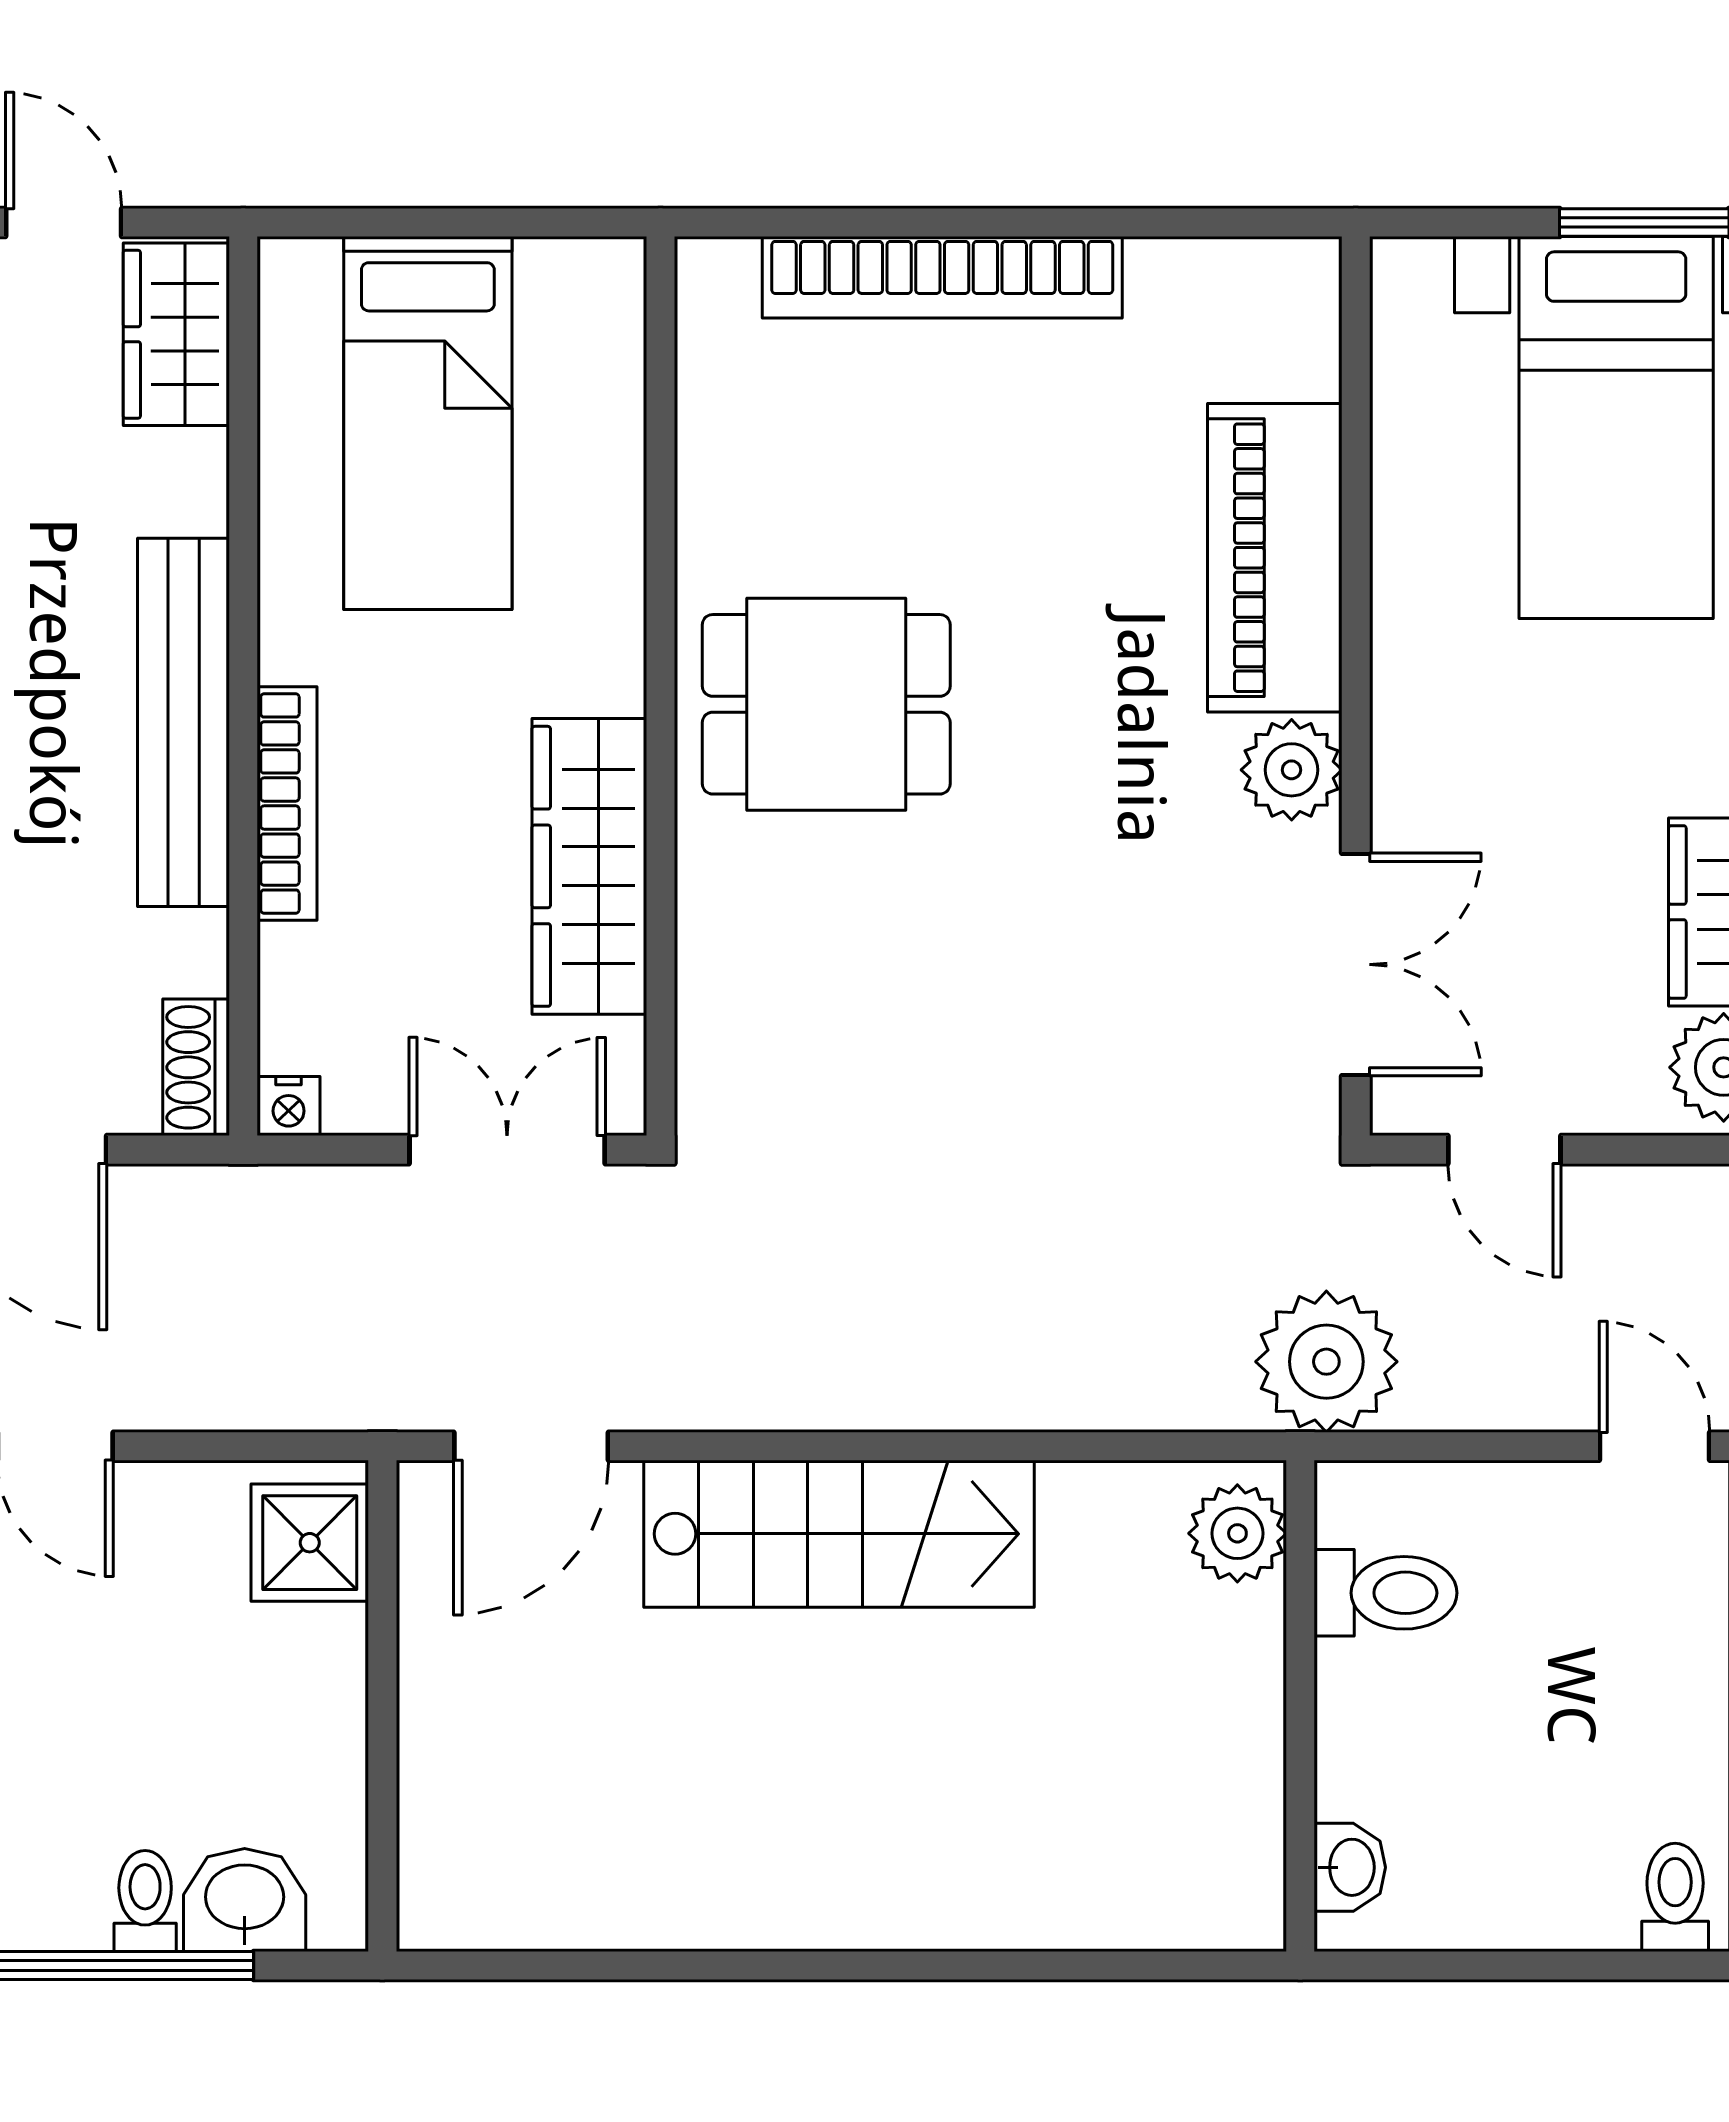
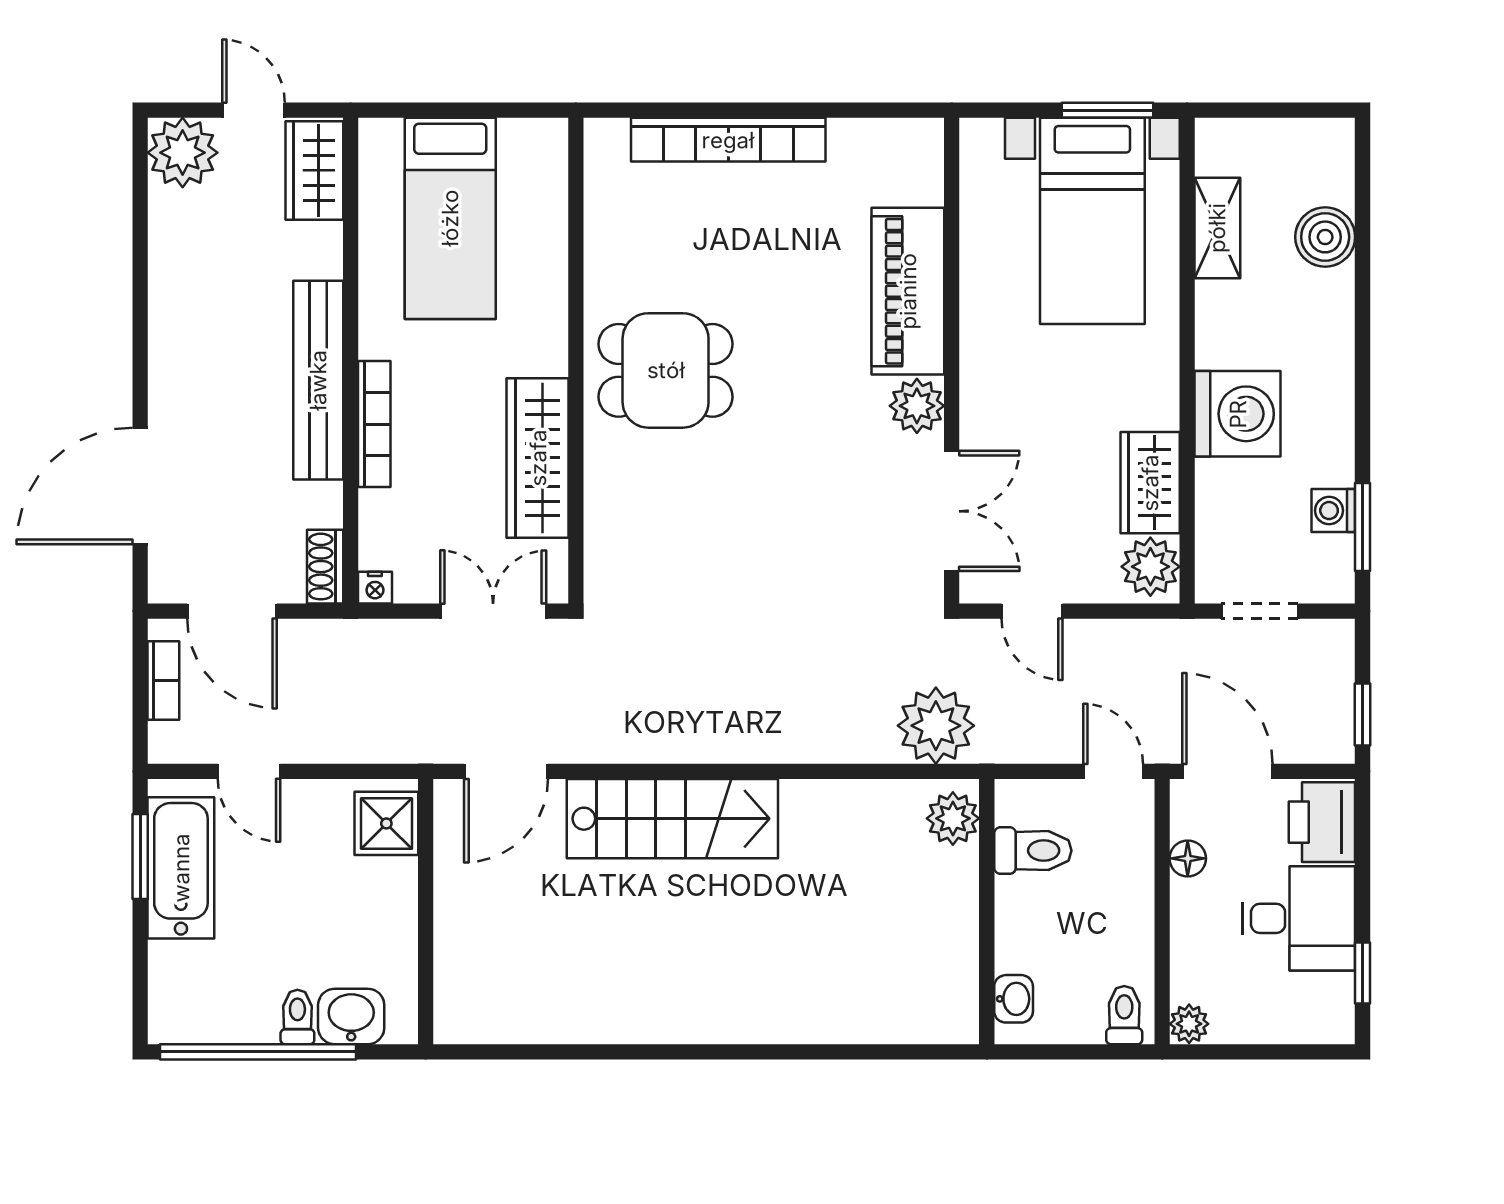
plant: (1237, 1533) -> (953, 818), moved
toilet: (1385, 1593) -> (1033, 851), moved
wall: (1300, 1706) -> (987, 912), moved
washbasin: (1350, 1867) -> (1014, 999), moved

